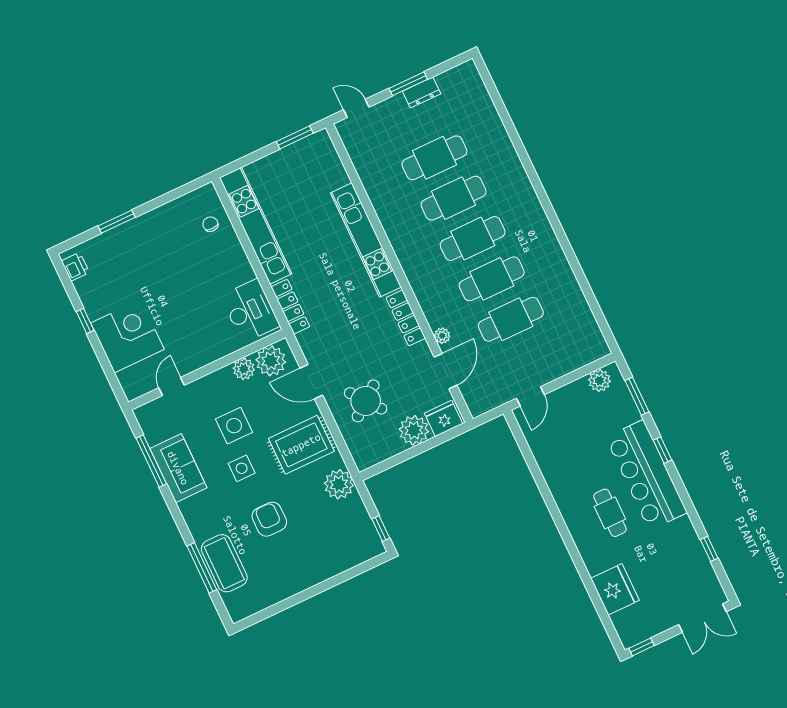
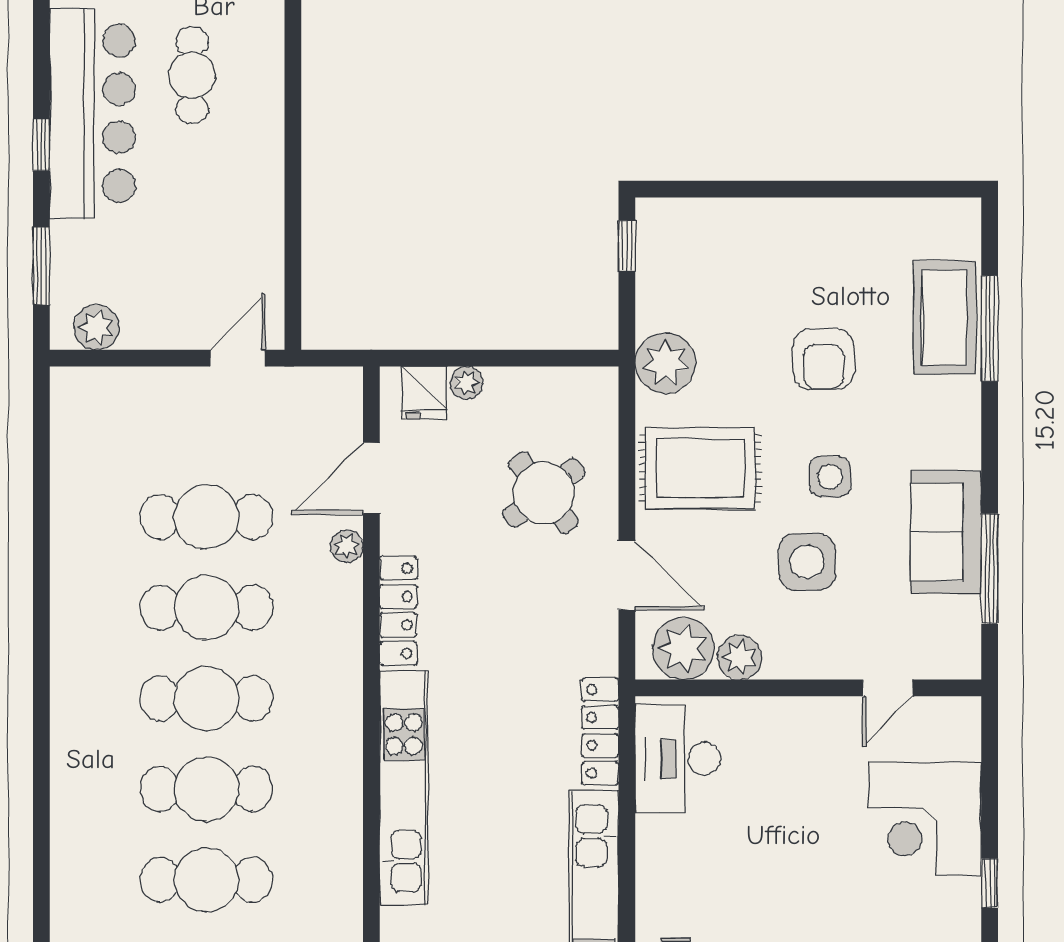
fridge: (444, 419) -> (425, 393), width x0.72
plant: (414, 430) -> (466, 383), width x0.53, depth x0.53

